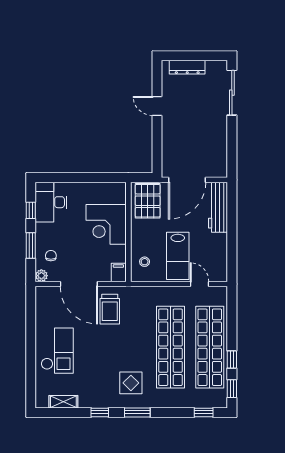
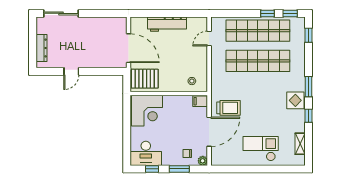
workbench: (218, 207) -> (167, 24), moved
corner desk: (106, 224) -> (147, 111), moved
lab bench: (178, 256) -> (187, 55), removed
display table: (131, 383) -> (295, 100), moved

